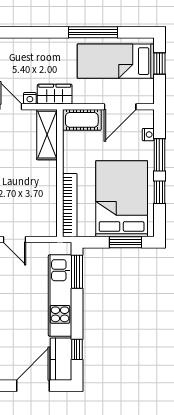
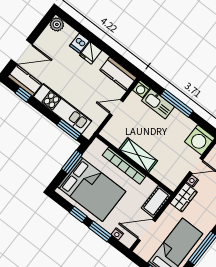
door: (120, 107) -> (146, 230), hinge flipped
shelving: (47, 135) -> (138, 155), moved
bookcase: (70, 205) -> (124, 166), moved
window: (126, 242) -> (72, 162), moved
door: (33, 386) -> (22, 52), hinge flipped

